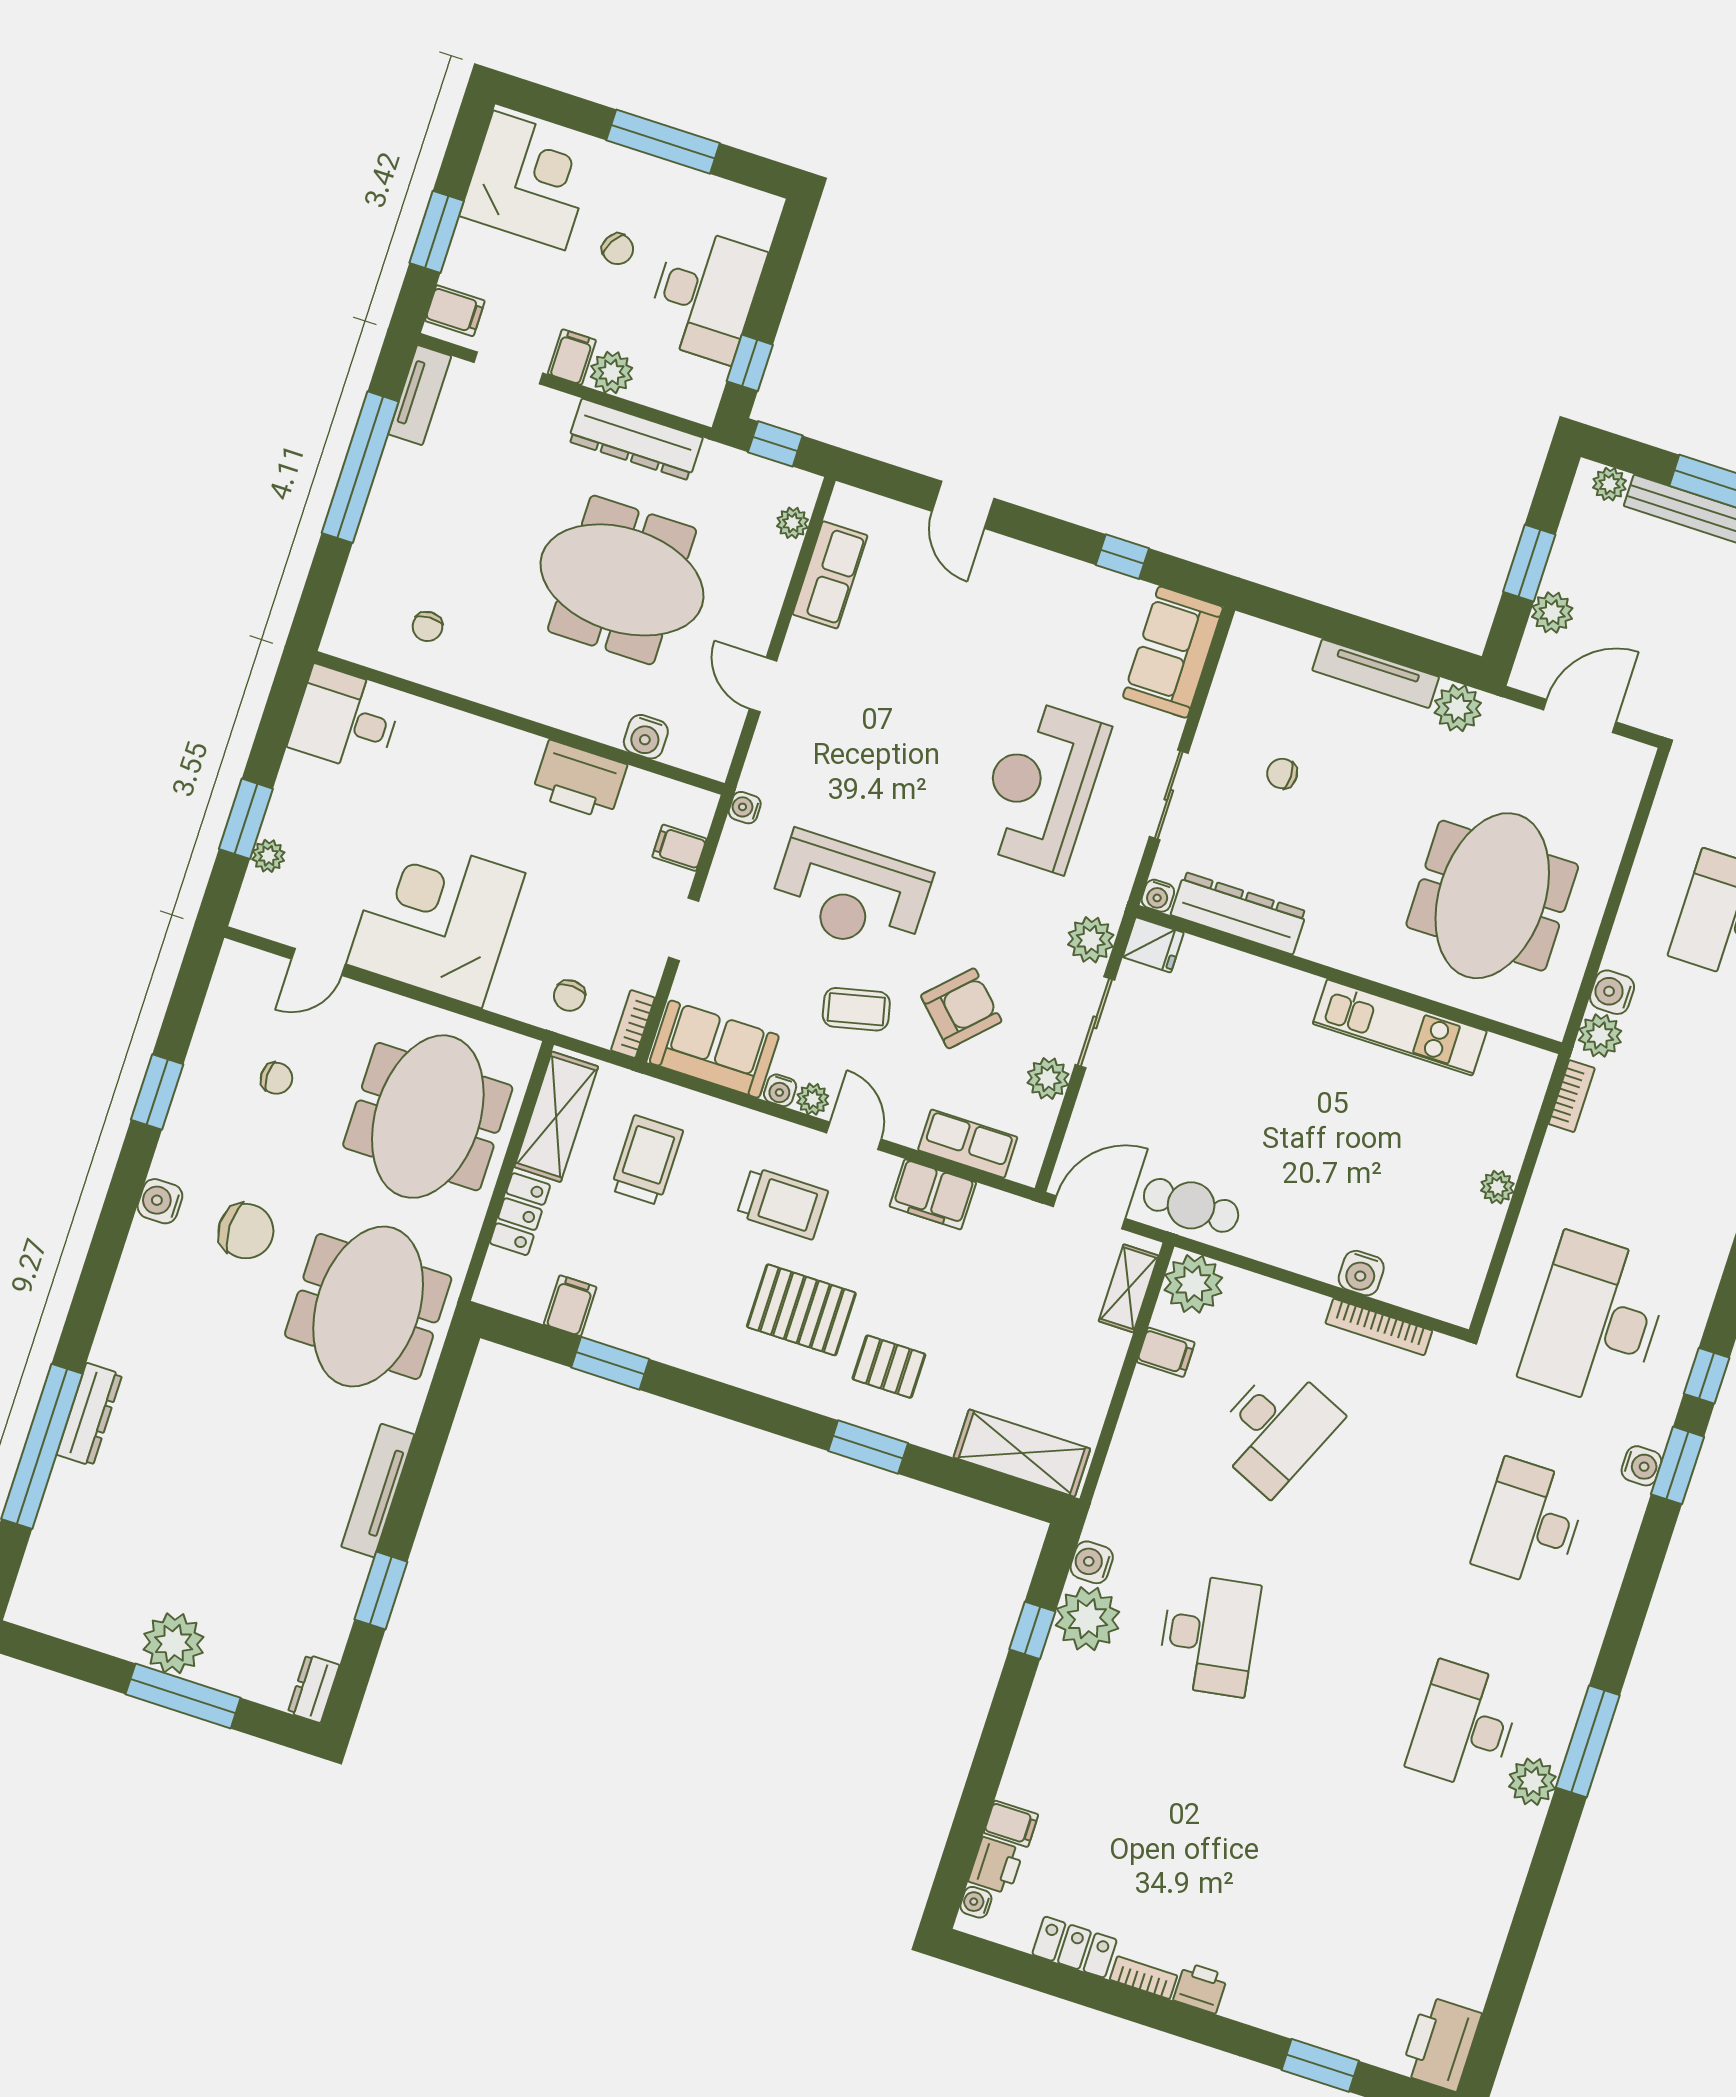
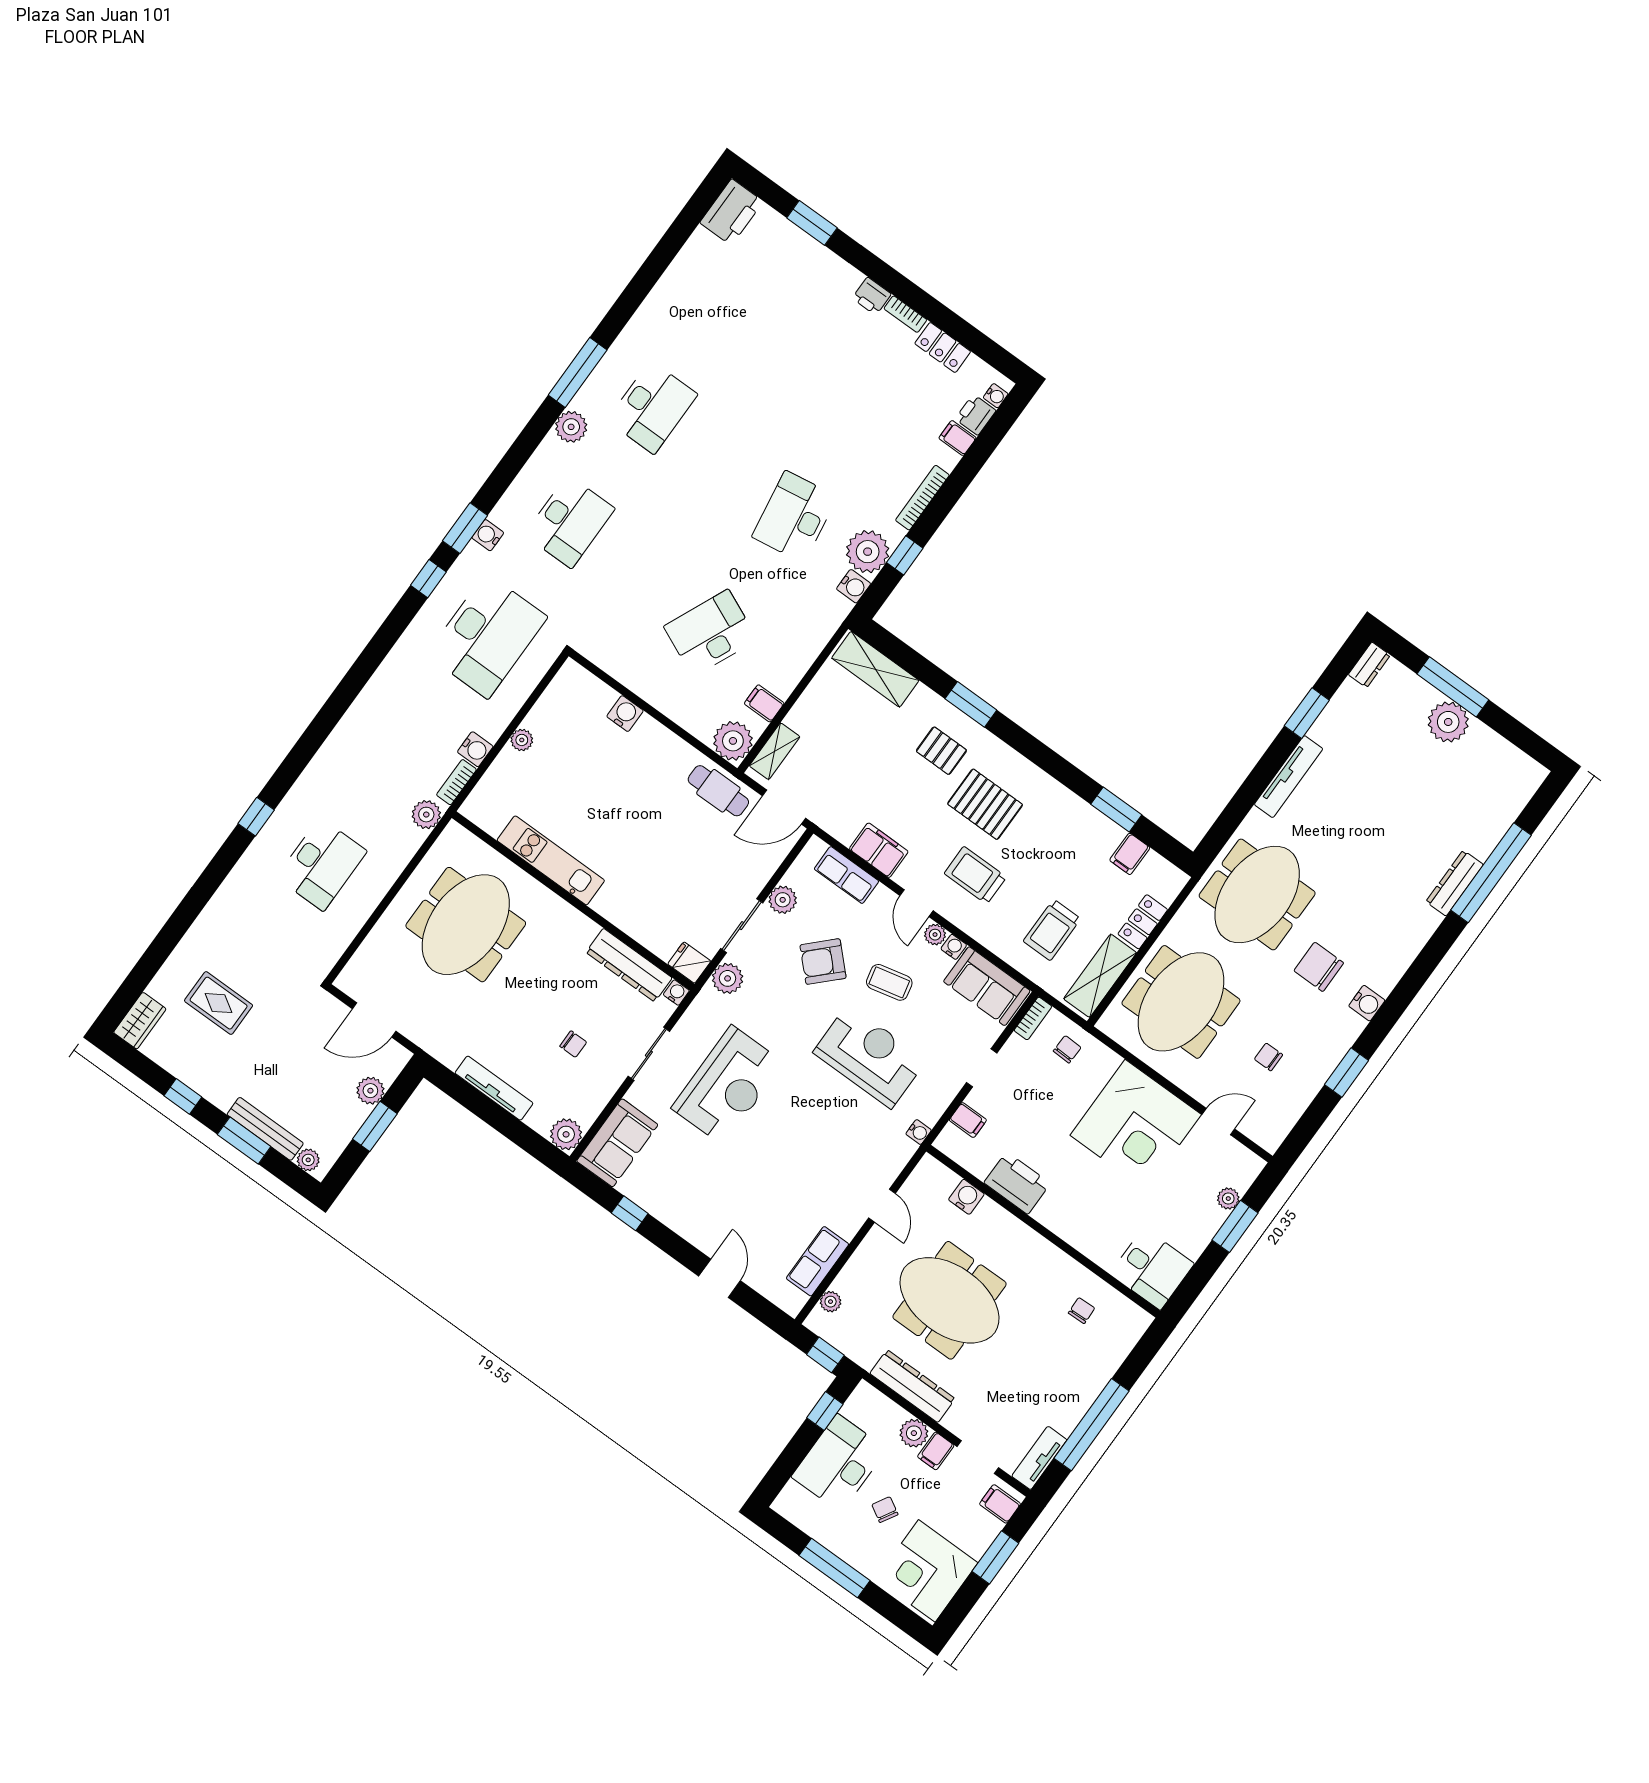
plant: (1458, 708) -> (566, 1134), moved
water cooler: (1612, 992) -> (475, 749), moved
bookcase: (1379, 1327) -> (922, 498), moved, turned -90
plant: (1532, 1782) -> (571, 427), moved

